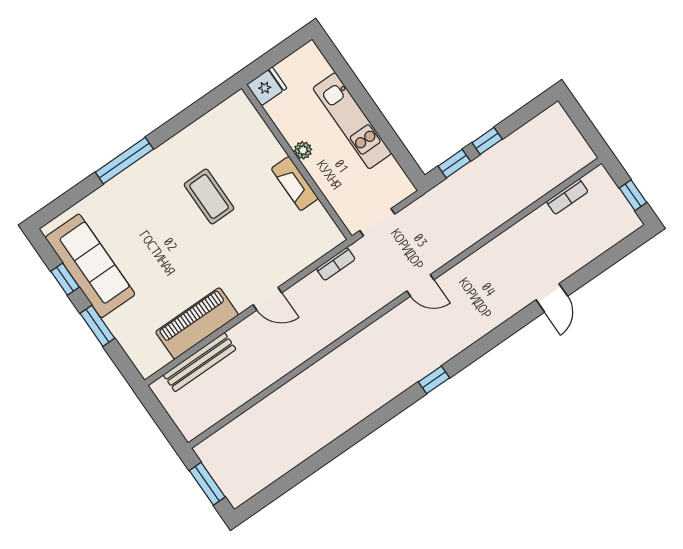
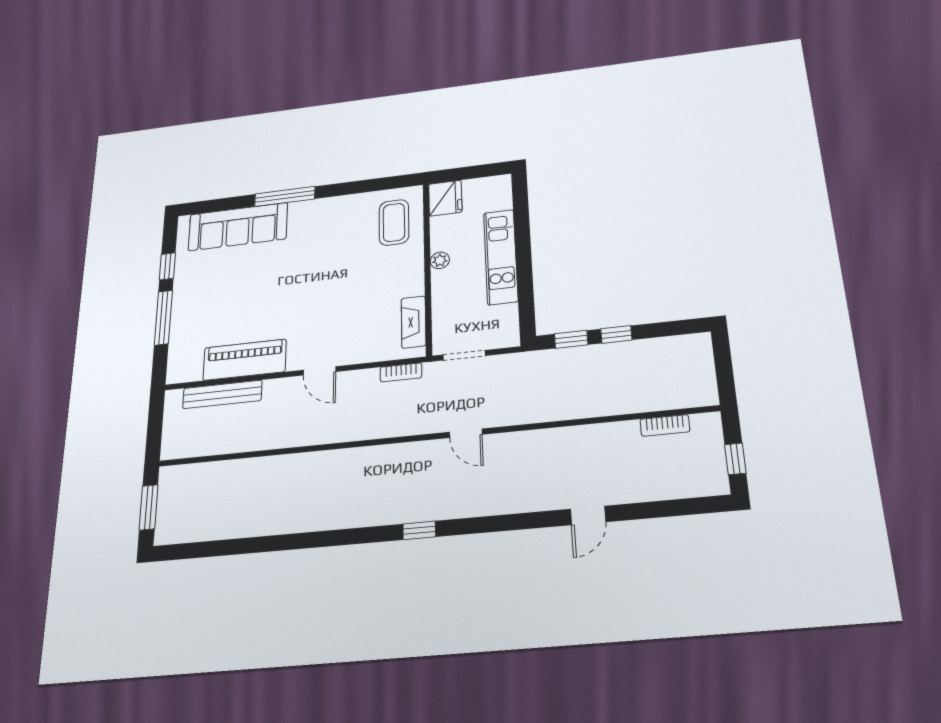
fridge: (267, 86) -> (445, 198), width x1.38
fireplace: (295, 184) -> (414, 322), moved
coffee table: (209, 196) -> (394, 222), moved
sofa: (90, 266) -> (238, 227), moved, turned 90
window: (97, 326) -> (163, 318), width x1.44

